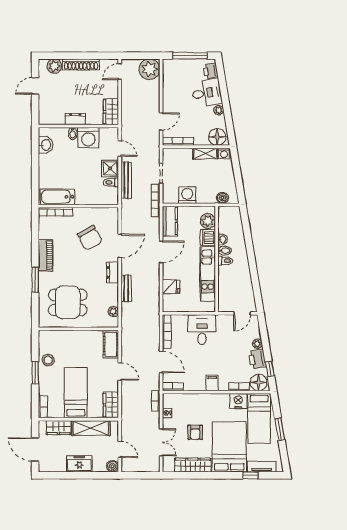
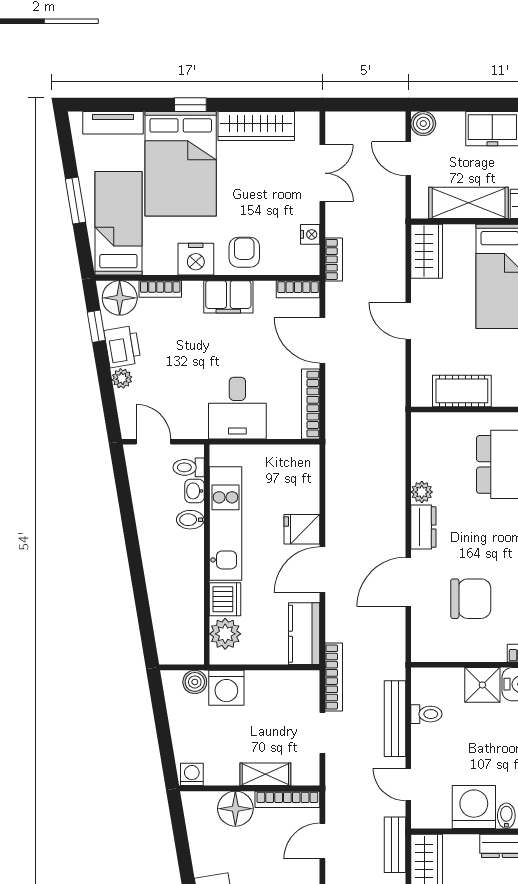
plant: (219, 110) -> (202, 864), removed
floor lamp: (217, 137) -> (235, 809), moved
shelving: (205, 153) -> (265, 774), moved
shower: (110, 168) -> (482, 685), moved
washing machine: (187, 195) -> (226, 688), moved
chair: (90, 238) -> (471, 599), turned 118
washbasin: (223, 239) -> (194, 491), moved
bidet: (225, 251) -> (190, 520), moved
toilet: (225, 261) -> (189, 467), moved
fridge: (171, 287) -> (302, 529), moved
bench: (126, 288) -> (395, 845), moved
plant: (113, 311) -> (422, 492), moved
door: (242, 313) -> (153, 442), hinge flipped
cot: (111, 344) -> (462, 391), moved, turned 90
filing cabinet: (212, 383) -> (228, 297), width x2.00
nightstand: (238, 401) -> (196, 259), moved
armchair: (195, 432) -> (244, 252), moved
double door: (161, 442) -> (322, 173), swing flipped
window: (251, 475) -> (190, 105), moved

